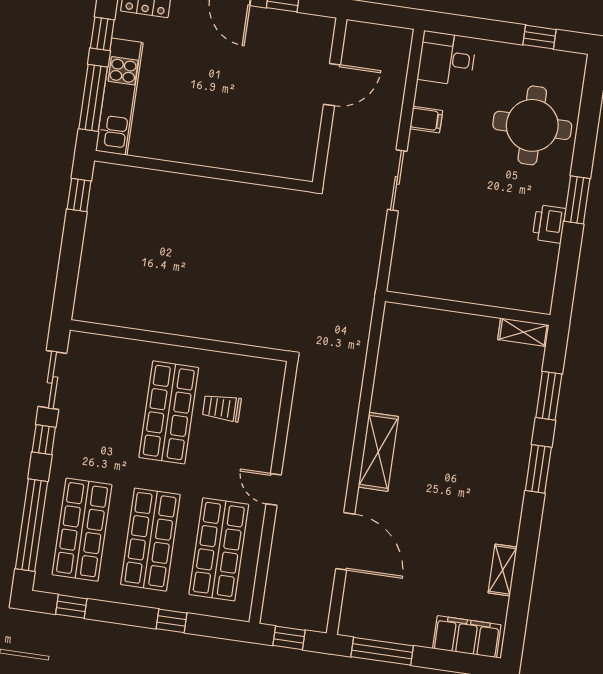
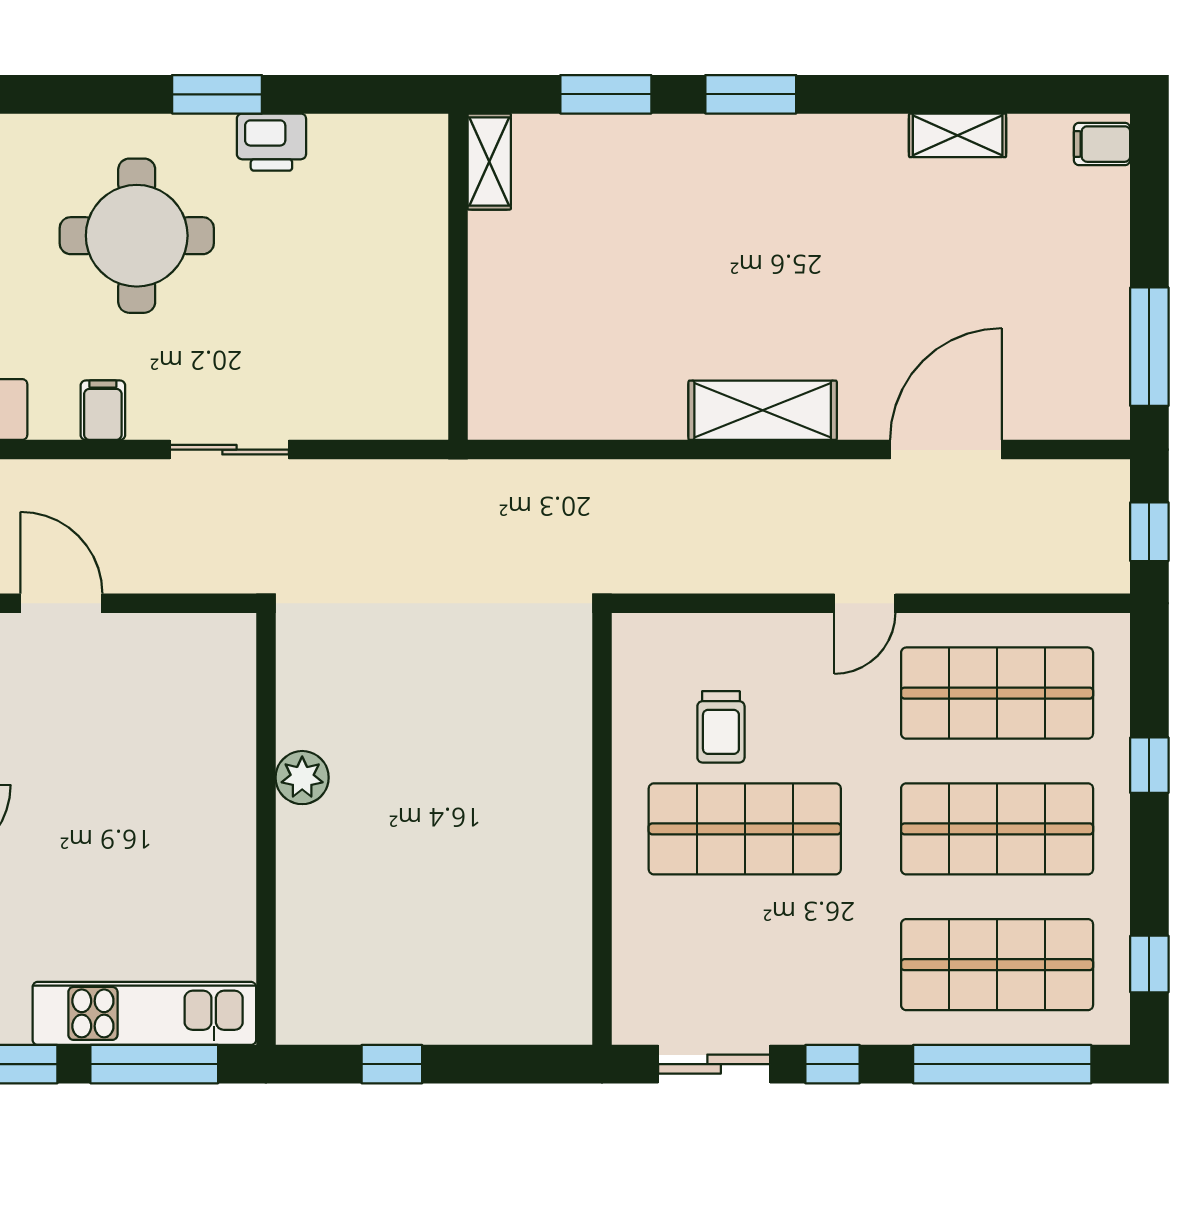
round table: (532, 125) -> (137, 236), moved
plant: (227, 193) -> (302, 778), added
window: (79, 195) -> (392, 1064), moved
filing cabinet: (467, 637) -> (1102, 144), width x0.33, depth x0.86

